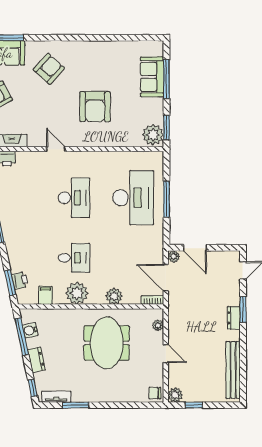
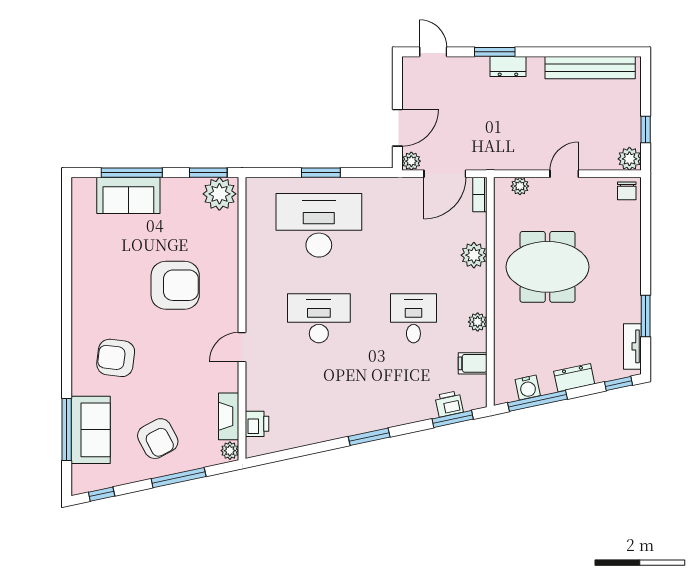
armchair: (49, 69) -> (116, 358), turned -35
window: (166, 199) -> (321, 173), width x0.69
plant: (77, 293) -> (478, 322), width x0.53, depth x0.53

